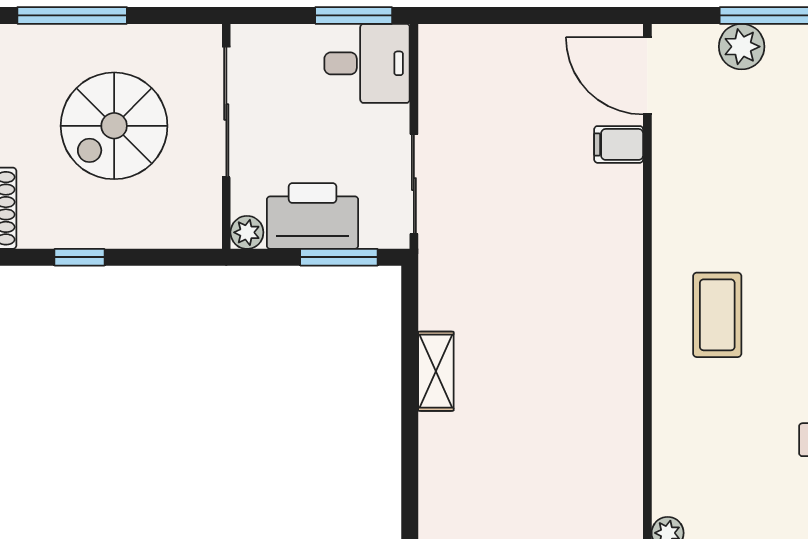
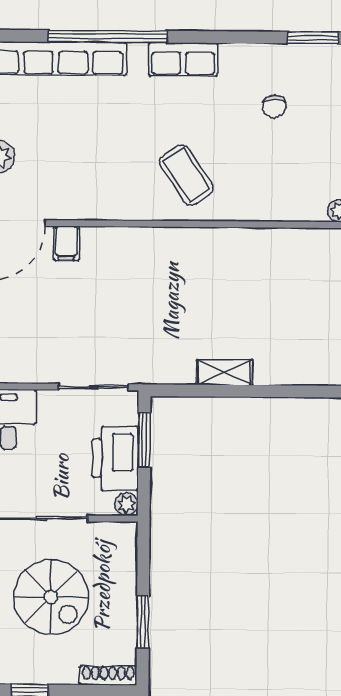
window: (79, 257) -> (143, 622), width x1.50
coffee table: (717, 315) -> (186, 175), turned 56

